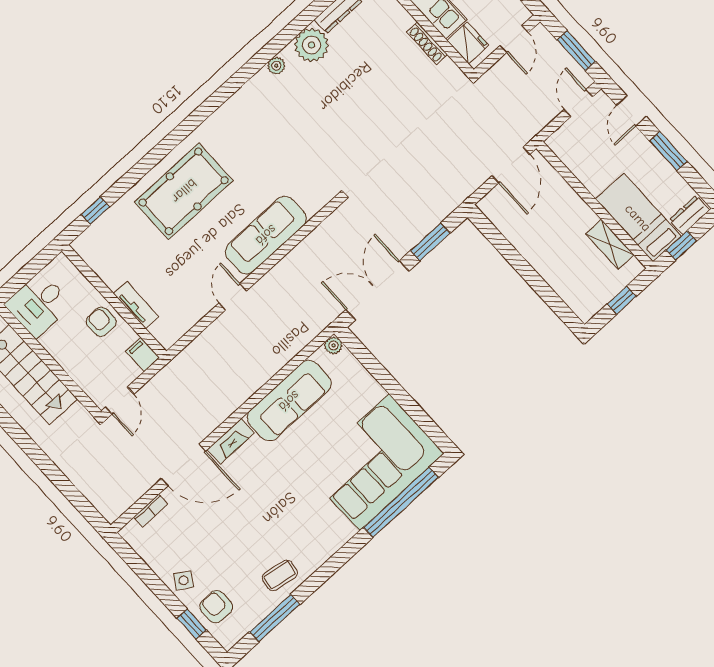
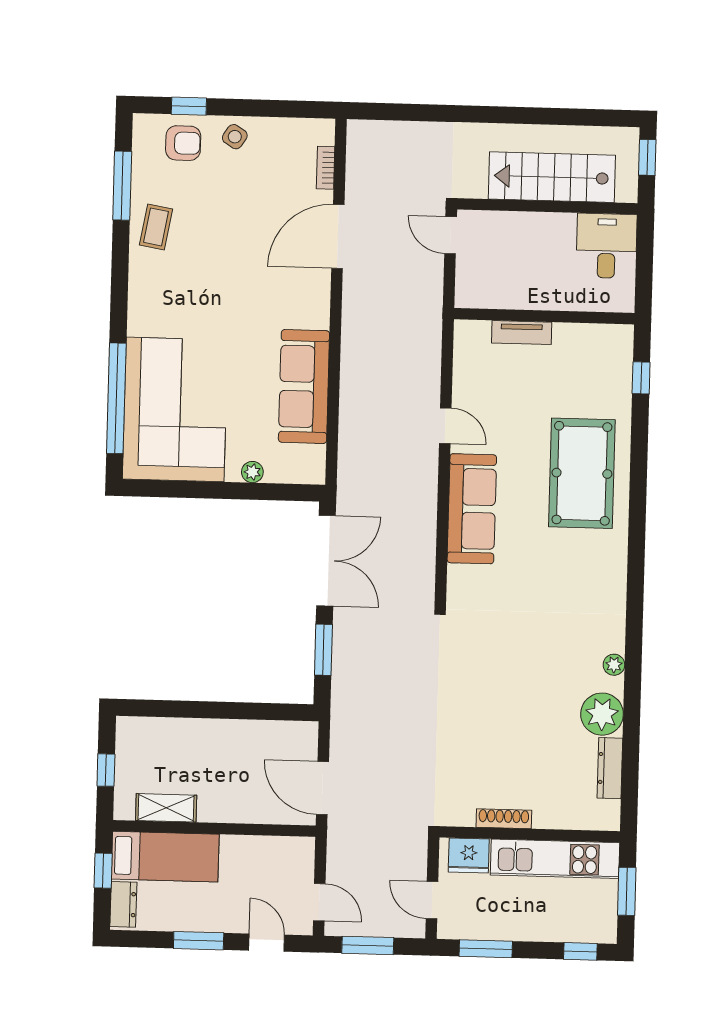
armchair: (101, 322) -> (537, 287), removed
plant: (333, 345) -> (252, 472), moved
filing cabinet: (143, 354) -> (472, 296), removed
fireplace: (231, 441) -> (318, 299), removed

